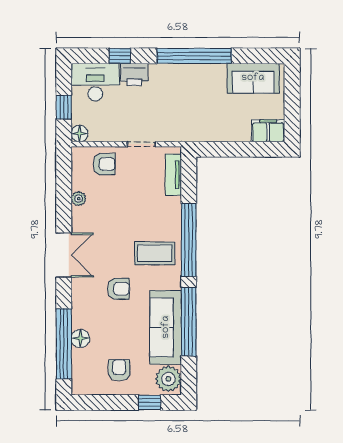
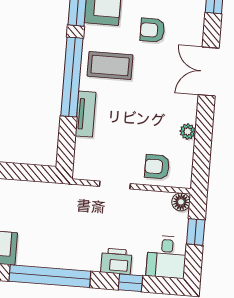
desk: (95, 82) -> (167, 257), width x0.73
tv unit: (173, 175) -> (86, 114), moved

